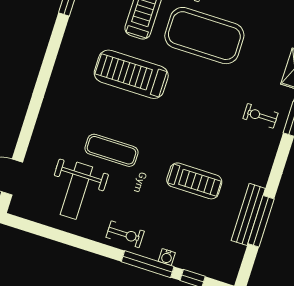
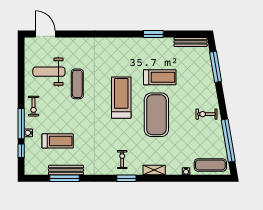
treadmill: (131, 74) -> (121, 98), moved
treadmill: (194, 181) -> (58, 141), moved, turned -90

